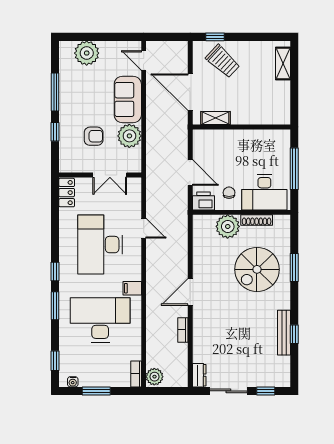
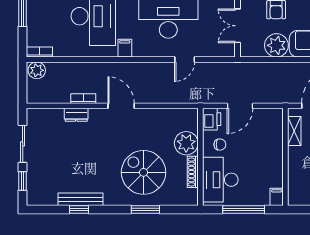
filing cabinet: (282, 136) -> (277, 197), added
dresser: (199, 375) -> (76, 115), moved

